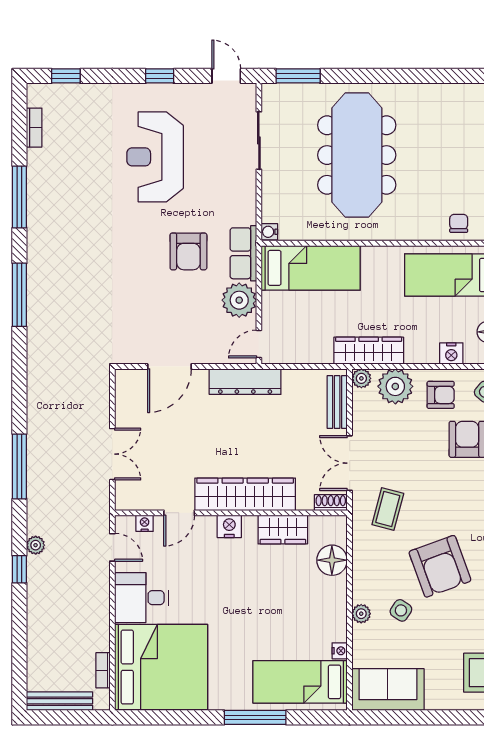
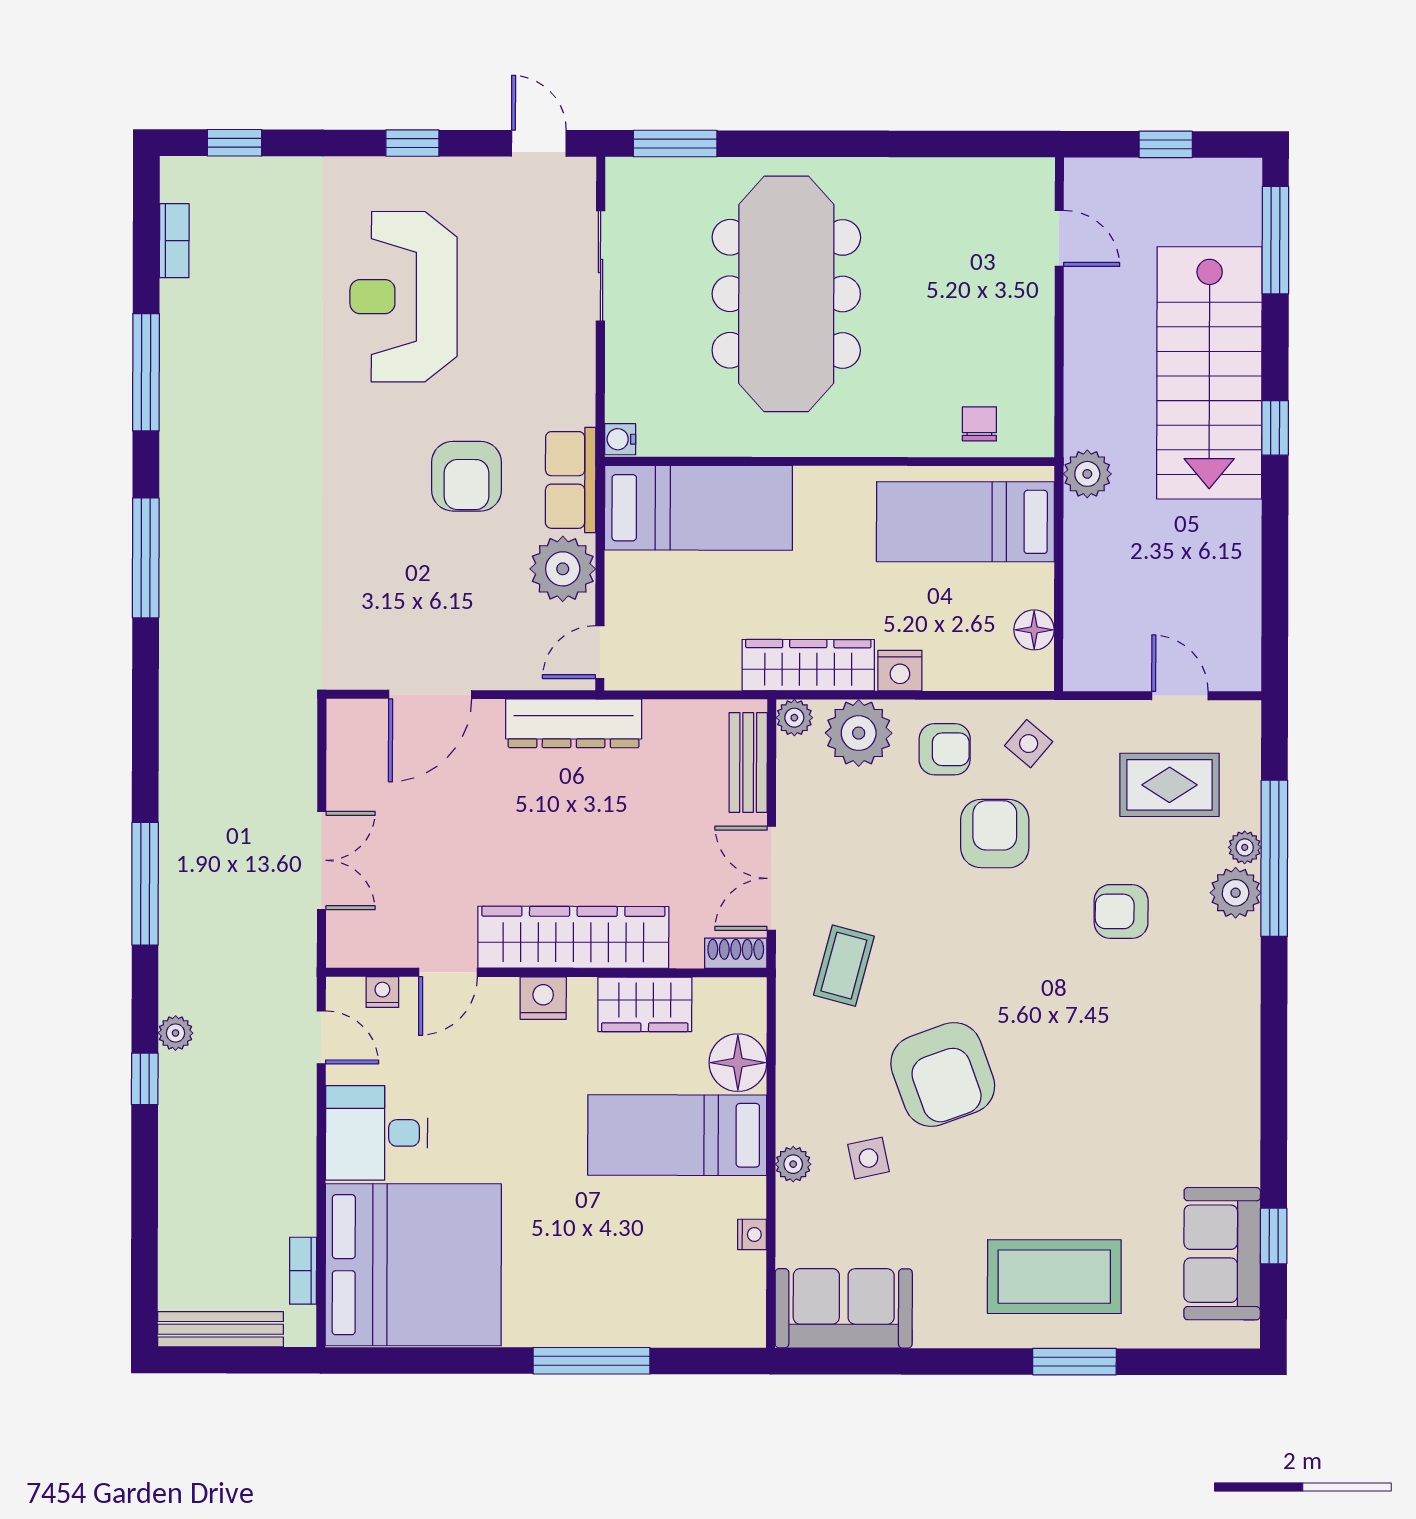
nightstand: (451, 353) -> (900, 671), moved
side table: (401, 610) -> (869, 1158), turned 45
bed: (300, 682) -> (677, 1135), moved

